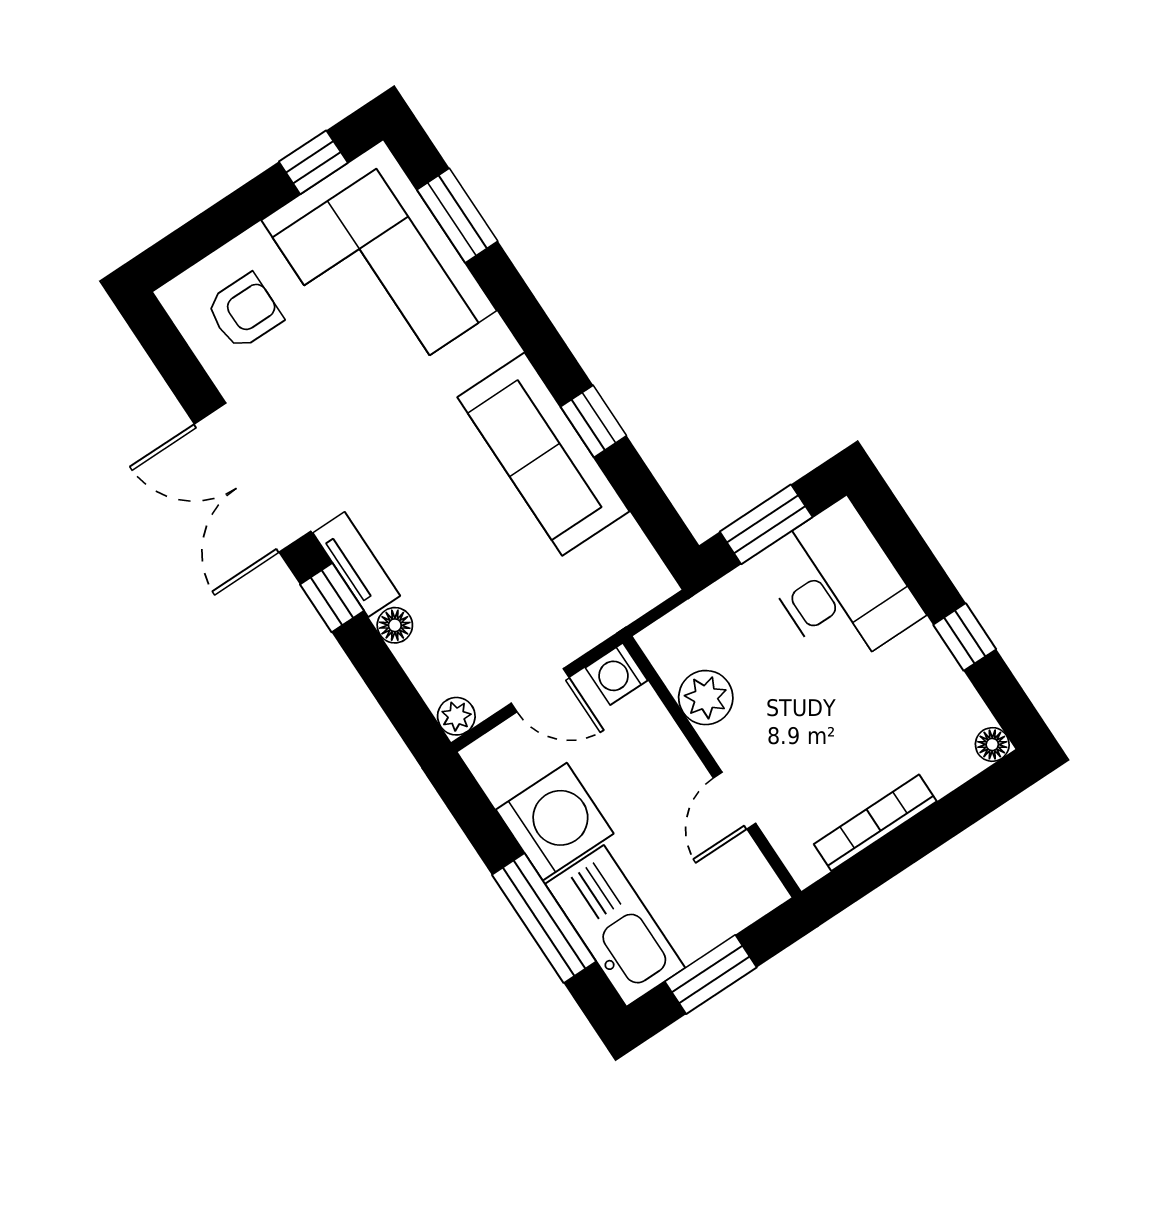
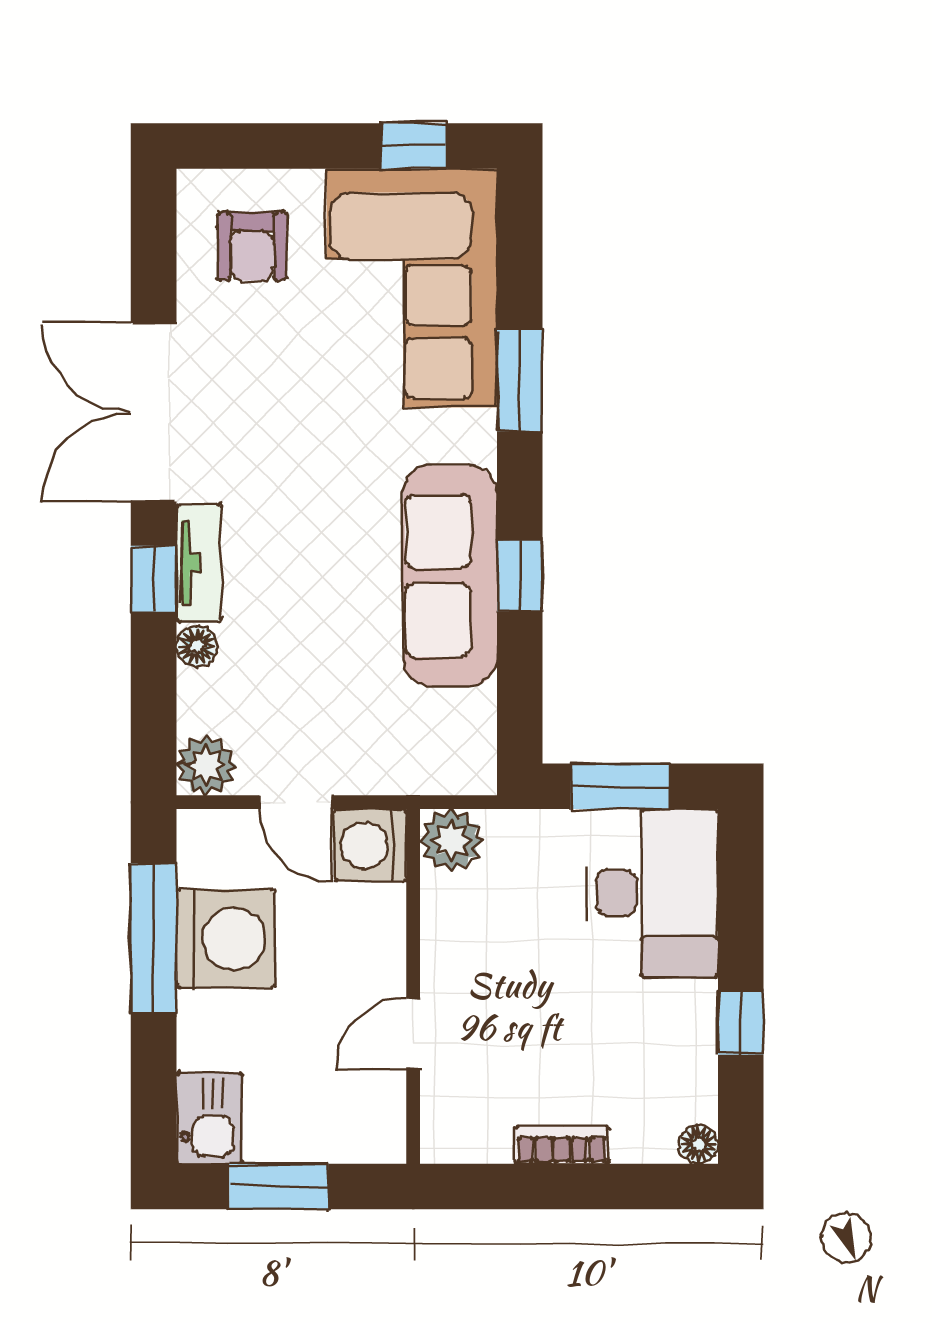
window: (457, 215) -> (520, 380), moved
armchair: (244, 312) -> (252, 246), turned 90
washing machine: (616, 674) -> (370, 845), width x1.38, depth x1.38
plant: (706, 698) -> (451, 840), moved
plant: (456, 716) -> (206, 765), width x1.38, depth x1.38
bookcase: (875, 823) -> (562, 1145), width x0.64
window: (544, 918) -> (154, 939), moved
kitchen sink: (615, 926) -> (209, 1118), width x0.53, depth x0.81

